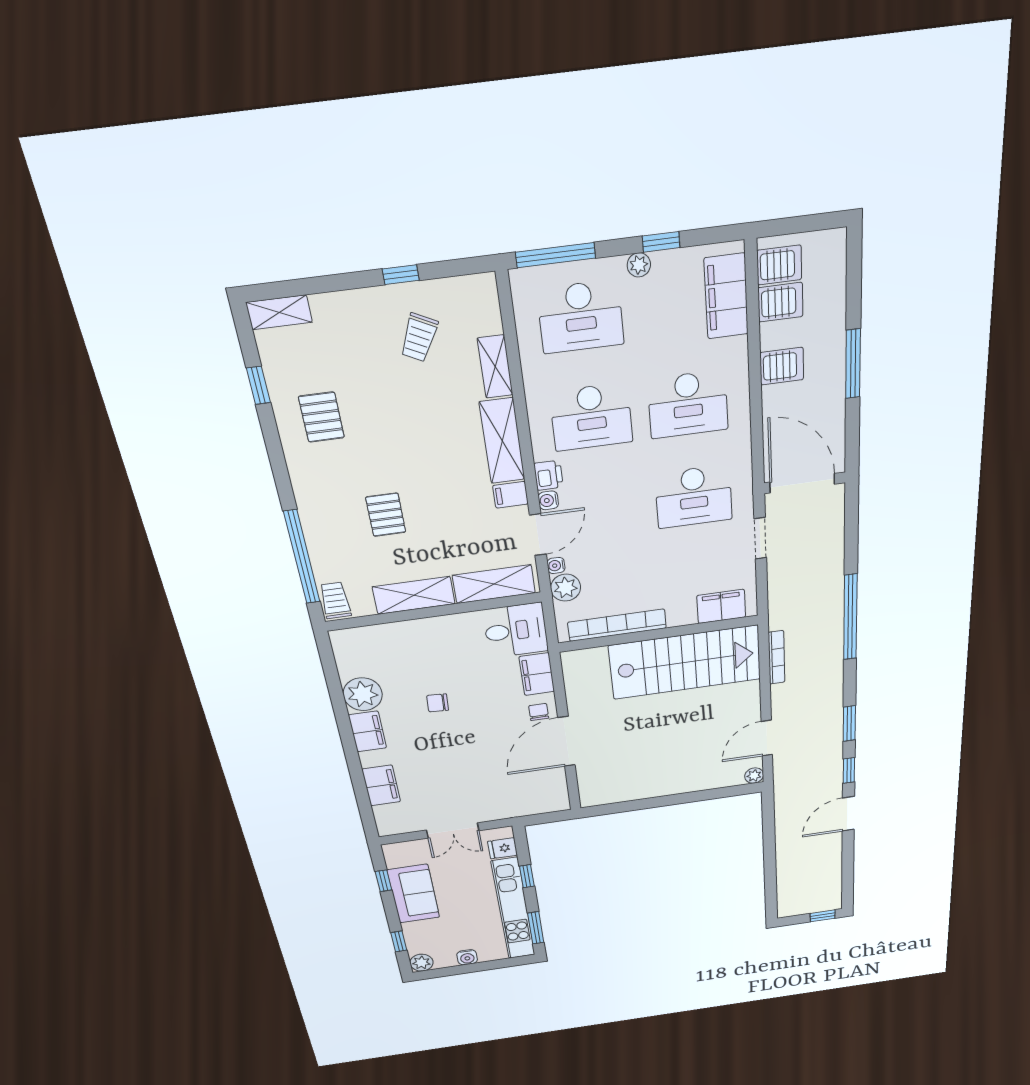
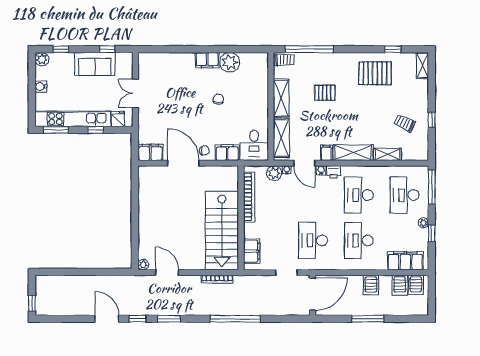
pallet: (321, 417) -> (375, 73), width x1.50, depth x1.42
filing cabinet: (381, 785) -> (150, 152), moved, turned 180

